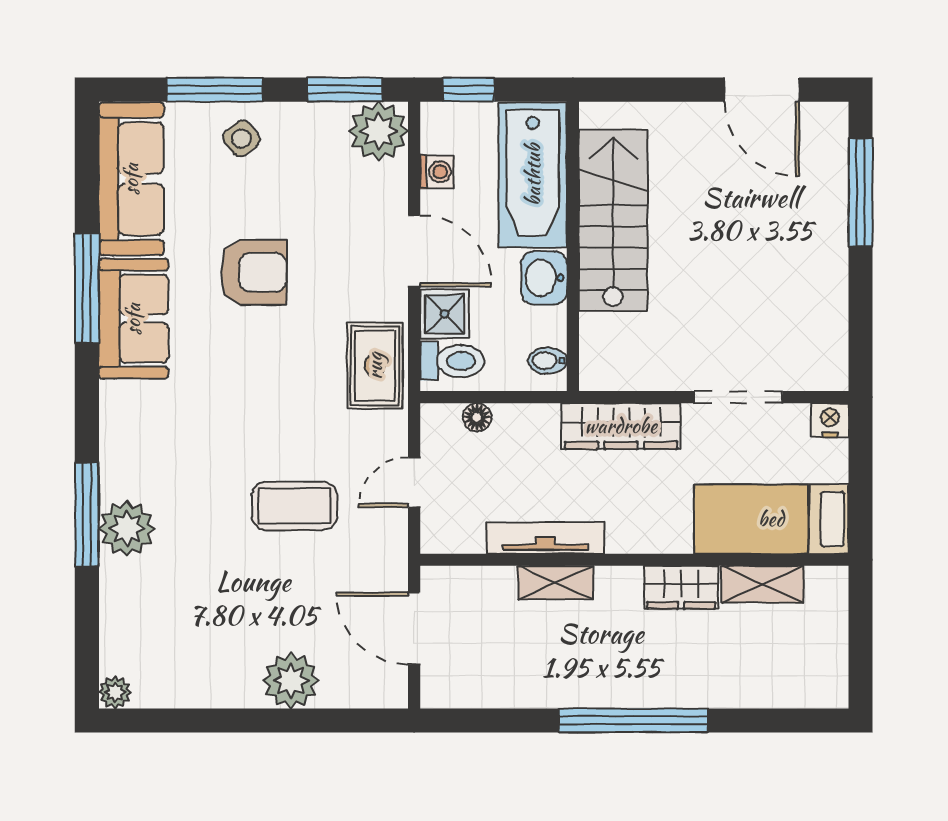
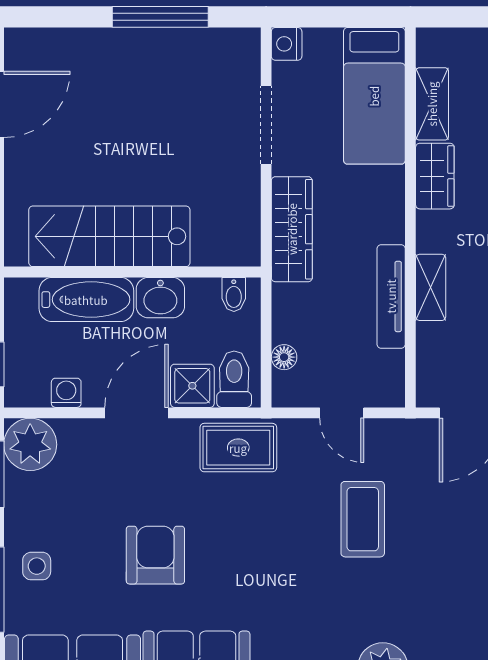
side table: (241, 138) -> (37, 566), turned 38
bathtub: (533, 175) -> (86, 300), width x0.73, depth x0.73
window: (861, 192) -> (160, 17), moved

